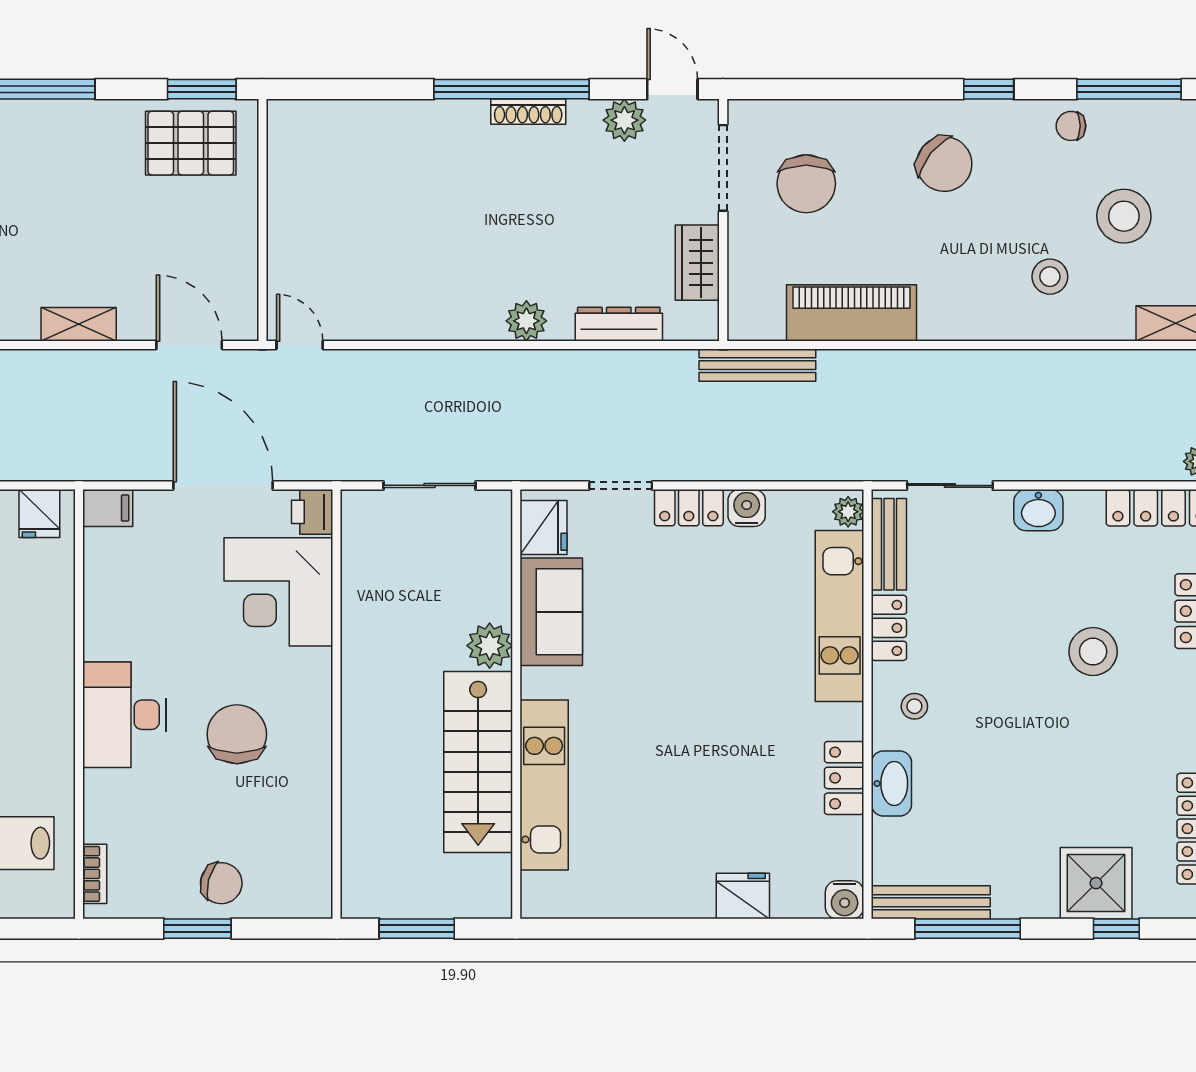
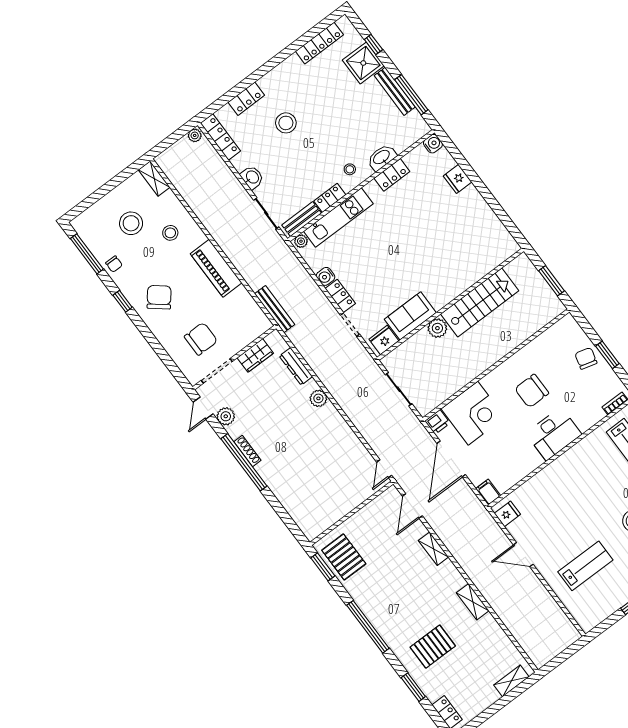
piano: (852, 313) -> (216, 268), moved
kitchen unit: (544, 785) -> (471, 274), removed
bench: (931, 902) -> (395, 91), moved

